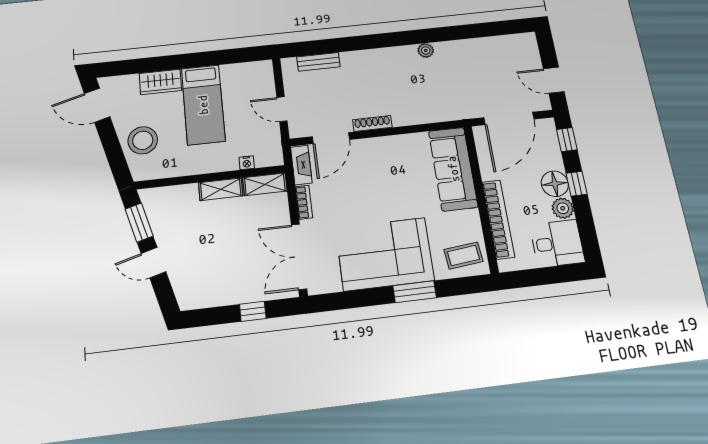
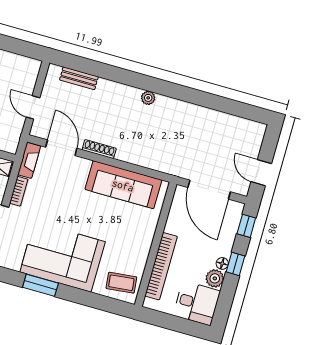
plant: (426, 50) -> (148, 98), moved
door: (509, 118) -> (209, 190), hinge flipped
door: (331, 138) -> (61, 148), swing flipped
sofa: (453, 169) -> (123, 185), moved, turned -90
floor lamp: (555, 184) -> (222, 263), width x0.53, depth x0.53
window: (415, 292) -> (40, 285), moved

